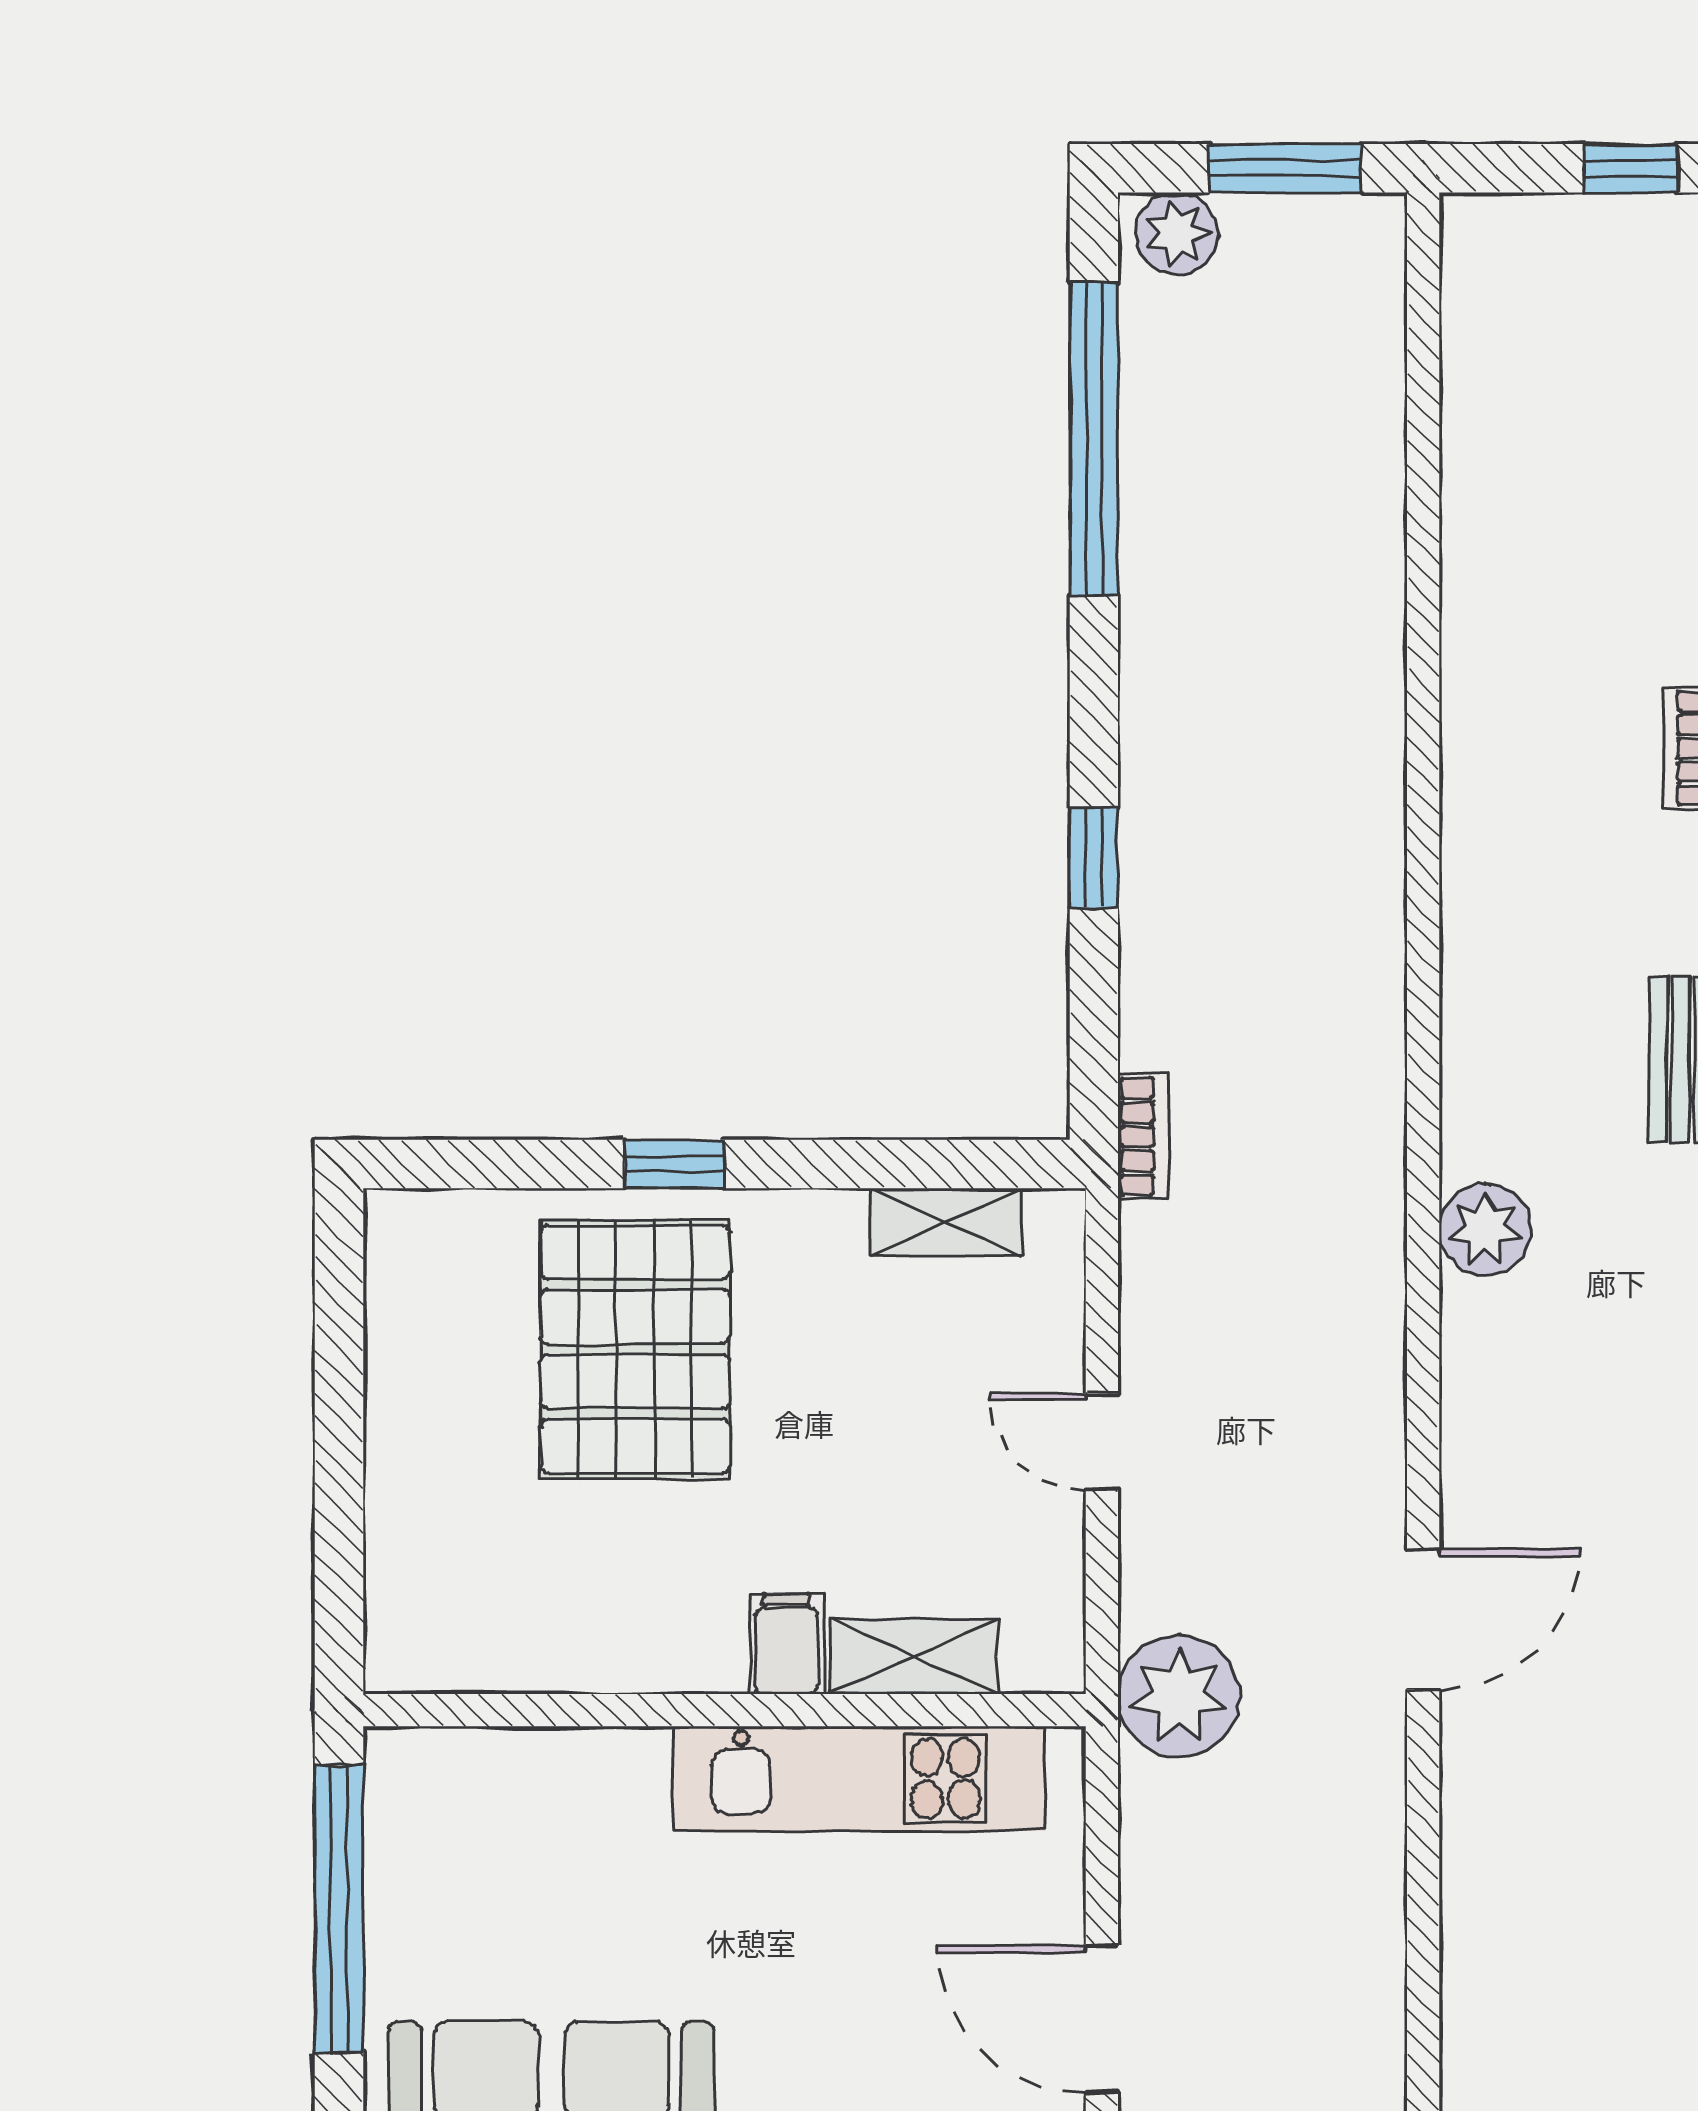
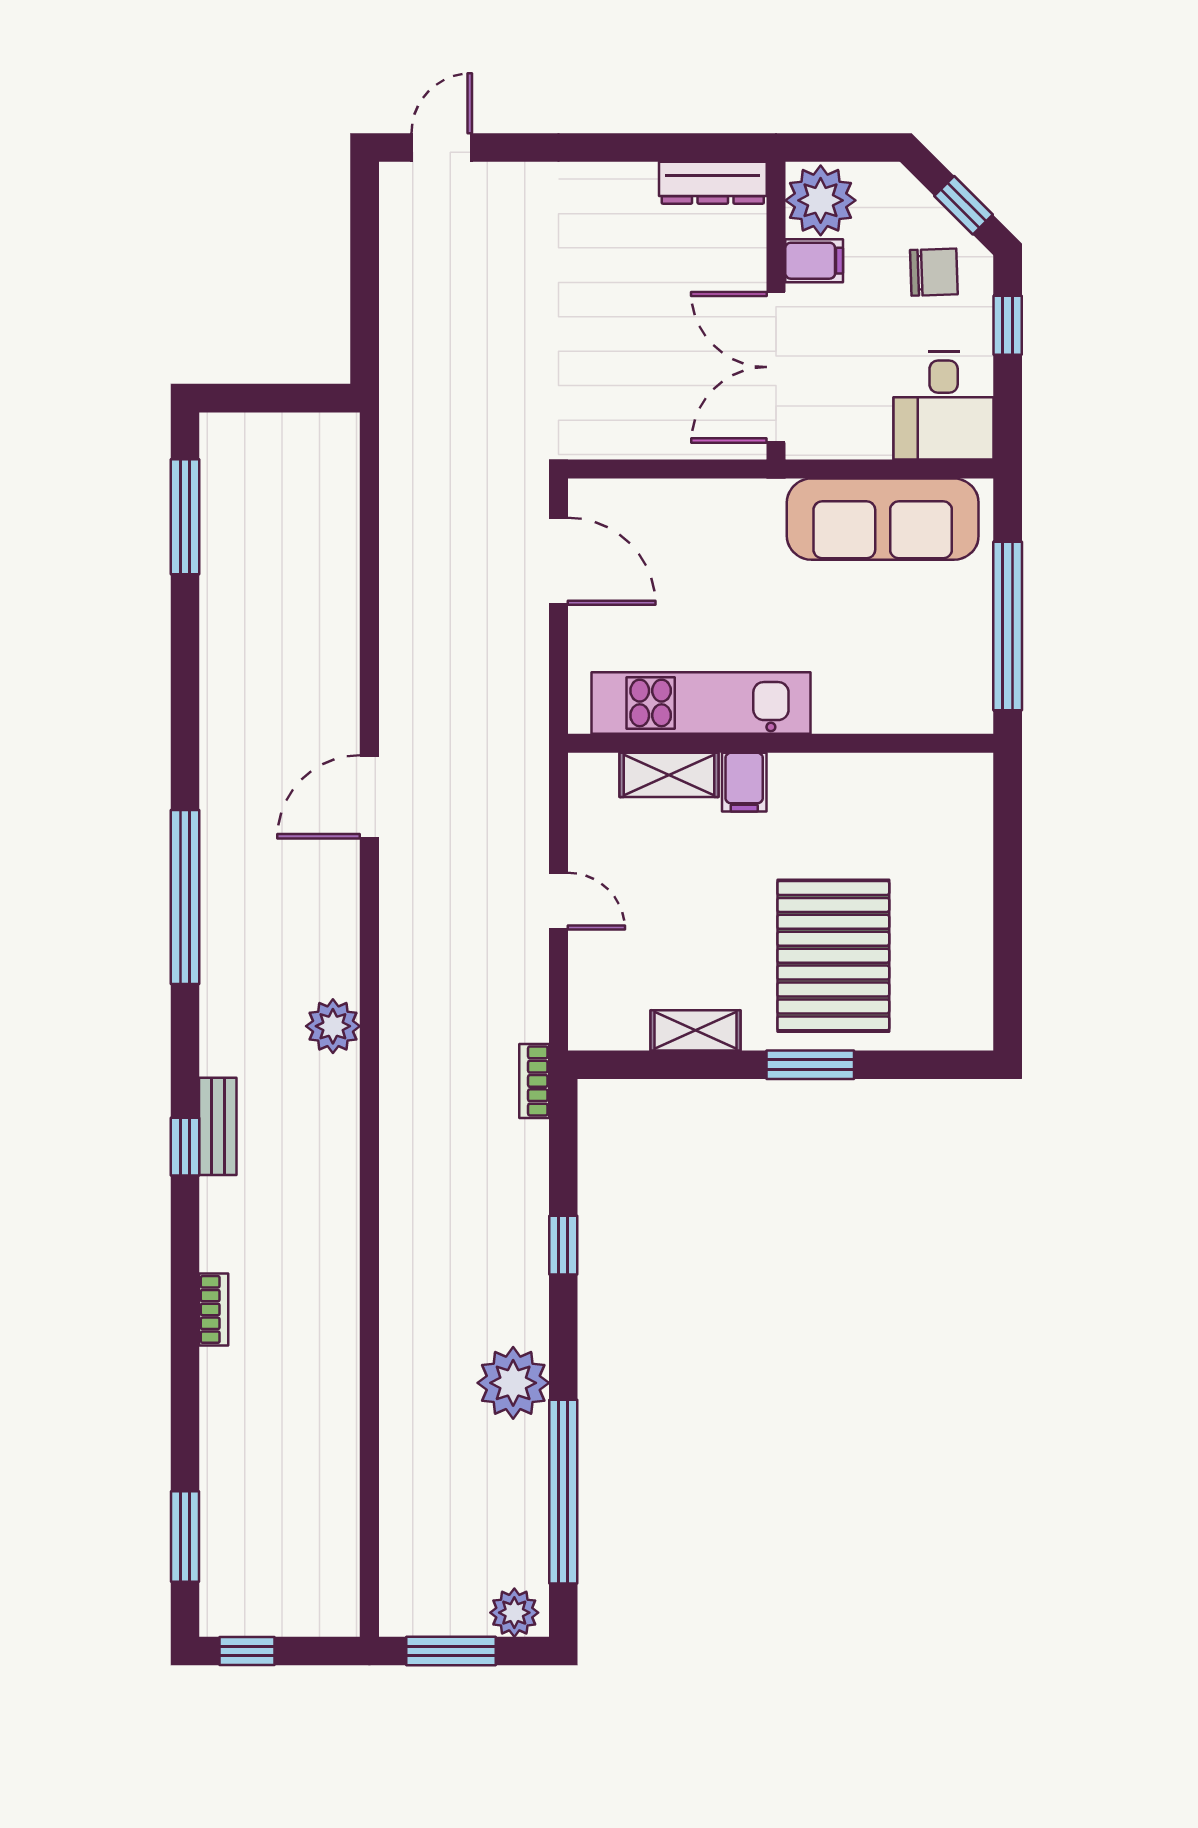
window: (674, 1164) -> (810, 1065), width x1.50
shelving: (946, 1222) -> (695, 1030), moved
plant: (1179, 1696) -> (513, 1383), moved

